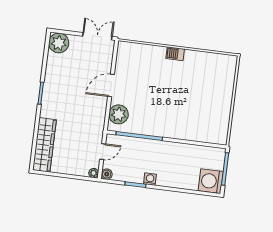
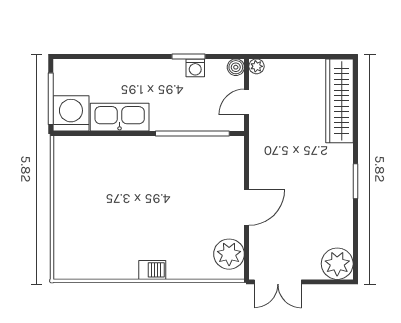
plant: (119, 114) -> (229, 254), moved
kitchen sink: (183, 152) -> (120, 117), added
washing machine: (150, 179) -> (195, 68), moved
washing machine: (211, 181) -> (71, 113), moved, turned -90

